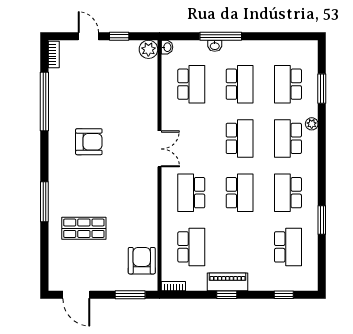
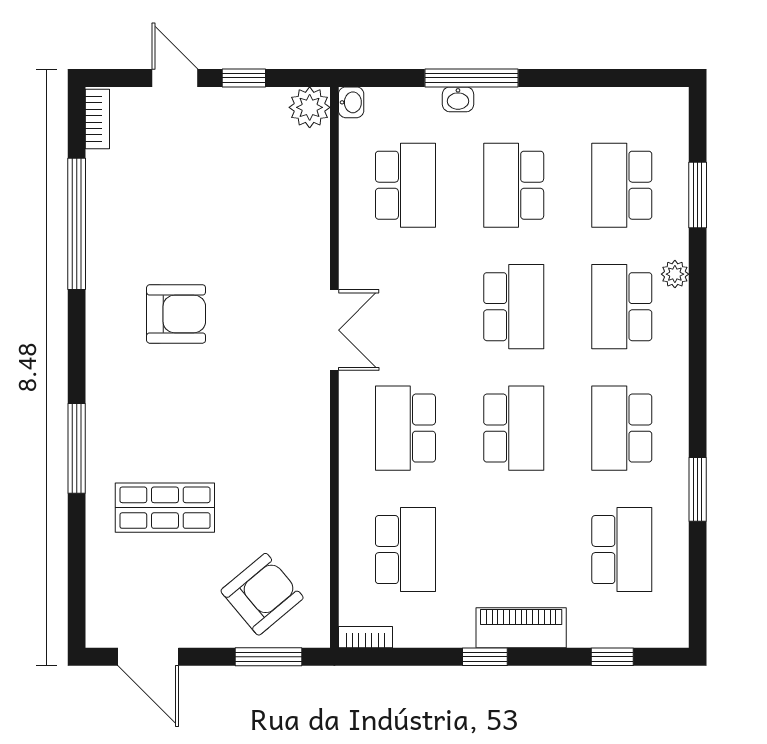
school desk: (240, 84) -> (514, 185), turned 180
armchair: (142, 261) -> (262, 594), moved, turned 50
piano: (228, 282) -> (521, 628), moved

